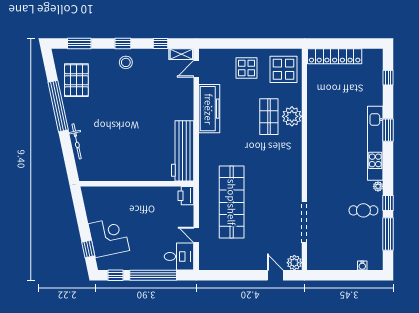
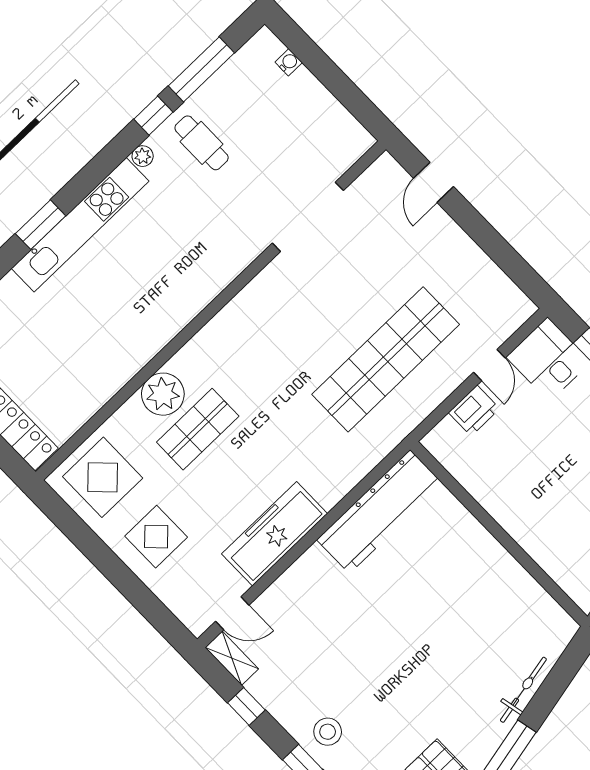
printer: (186, 196) -> (474, 411), moved
plant: (294, 263) -> (386, 172), removed

